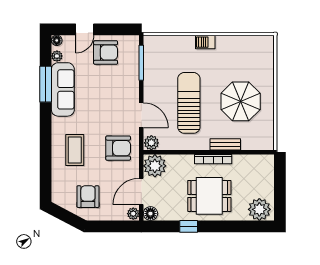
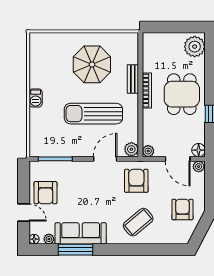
armchair: (106, 52) -> (46, 193), turned 180
coffee table: (75, 150) -> (138, 222), turned -40
plant: (155, 166) -> (148, 151), width x0.53, depth x0.53
armchair: (88, 197) -> (182, 209), turned 90

